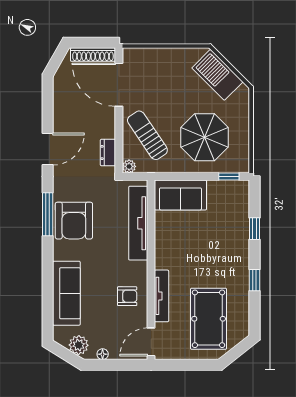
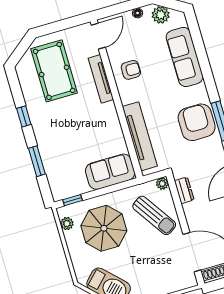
plant: (242, 154) -> (67, 224), added
window: (255, 229) -> (37, 161), width x1.50
armchair: (127, 296) -> (131, 70), turned 180

